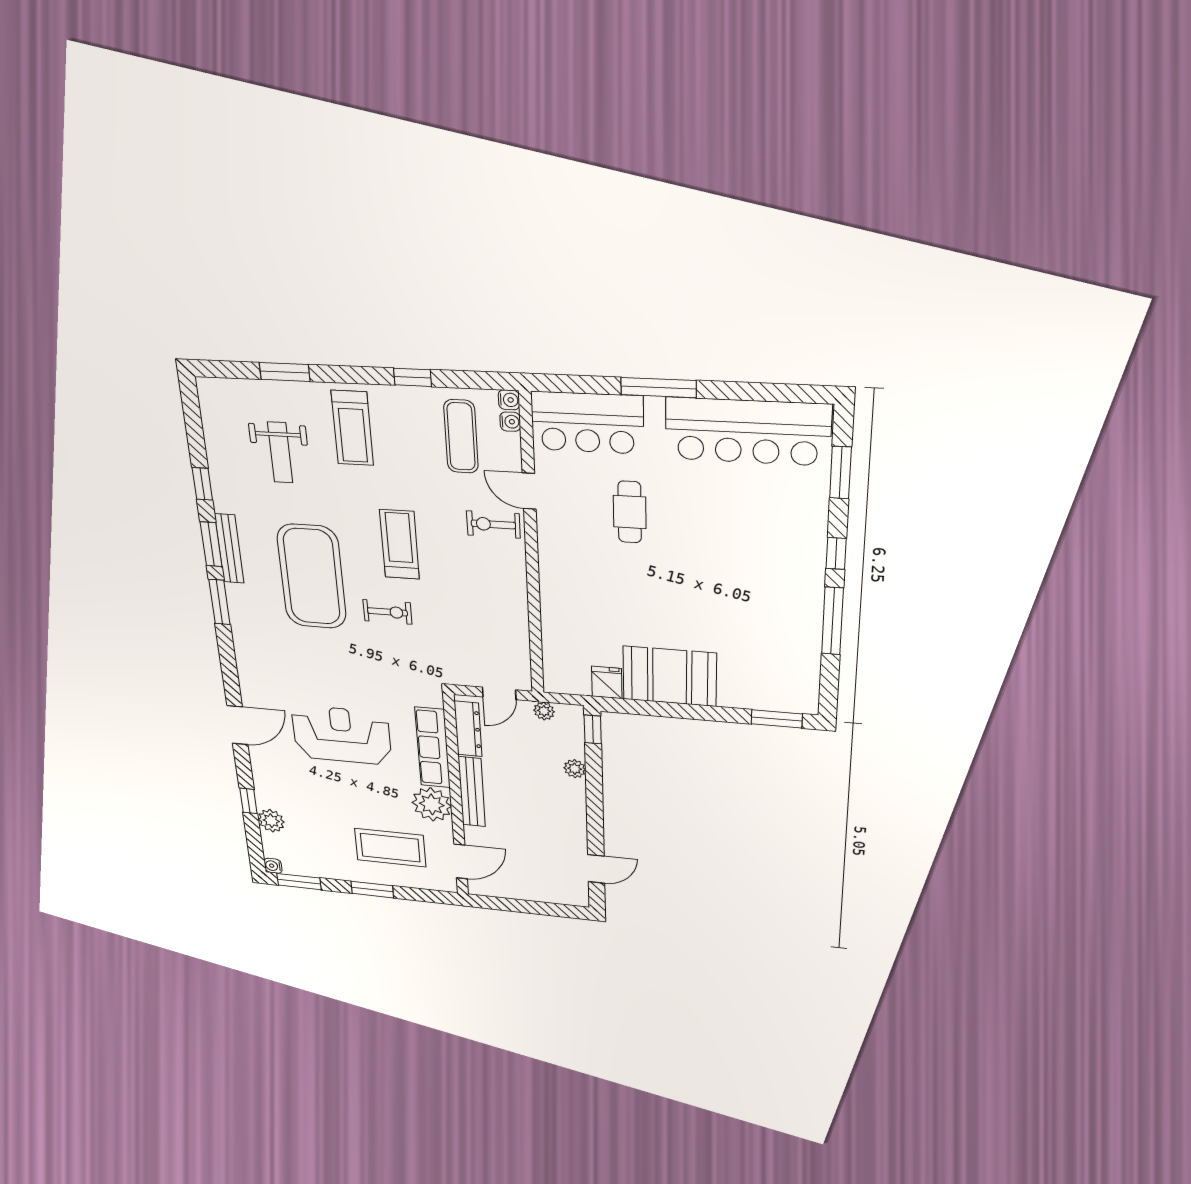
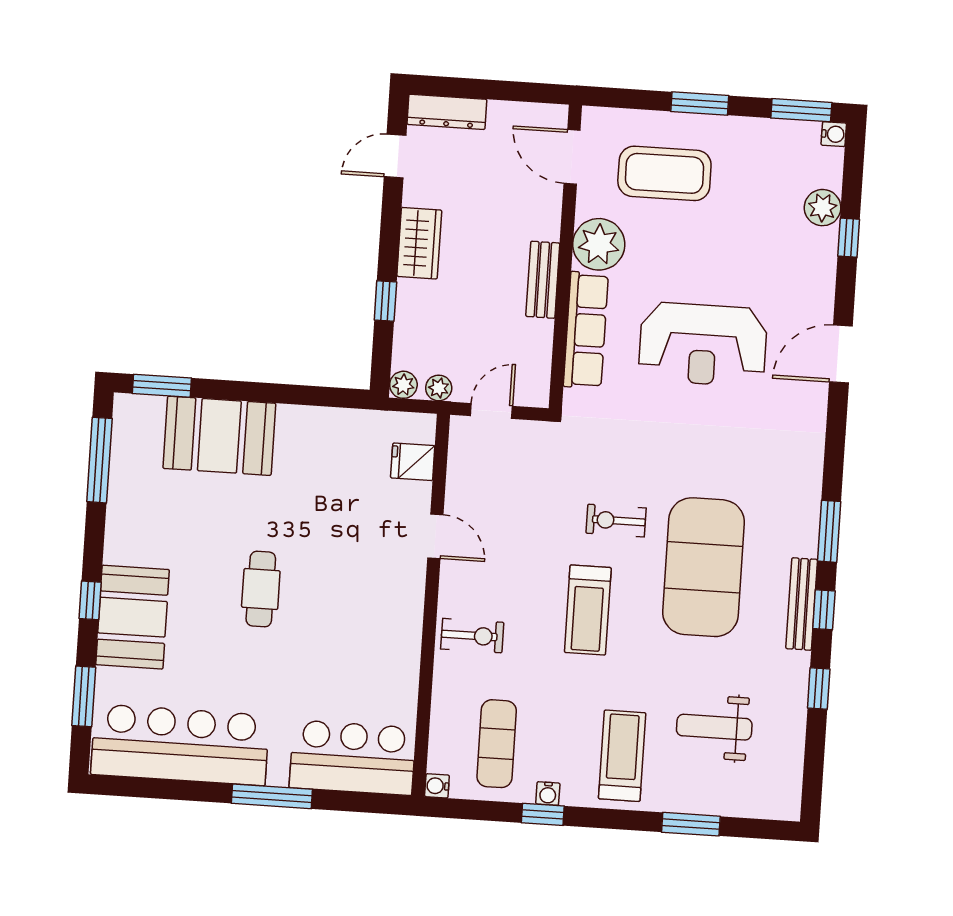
water cooler: (510, 422) -> (548, 794), moved, turned -90
weight bench: (280, 452) -> (714, 727), turned -90
door: (529, 491) -> (435, 536), moved
cafe table: (630, 512) -> (261, 589), moved
booth: (796, 540) -> (133, 617), added
window: (211, 544) -> (824, 610), width x0.67
window: (832, 621) -> (99, 460), moved
booth: (670, 676) -> (219, 436), moved
fridge: (607, 682) -> (413, 462), moved, turned 90
dresser: (468, 729) -> (447, 112), moved, turned -90
window: (593, 729) -> (385, 301), moved
plant: (575, 769) -> (403, 385), moved
bench: (472, 792) -> (543, 280), width x0.73
wardrobe: (571, 811) -> (419, 243), added
door: (461, 861) -> (572, 157), hinge flipped

